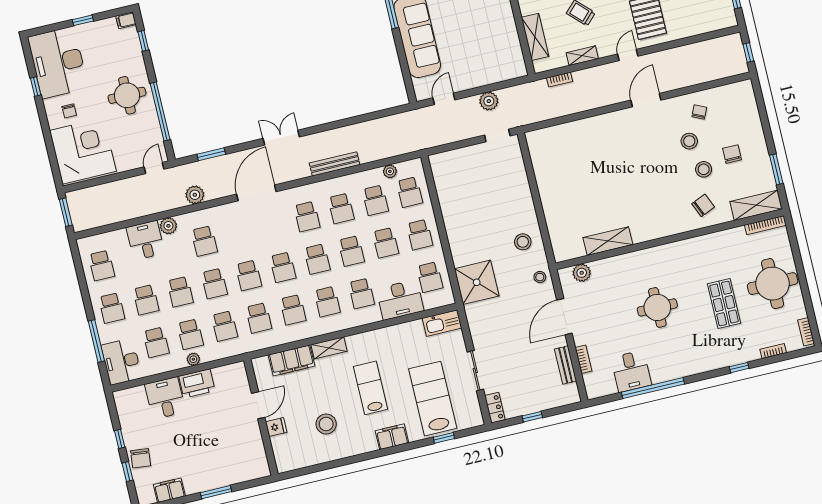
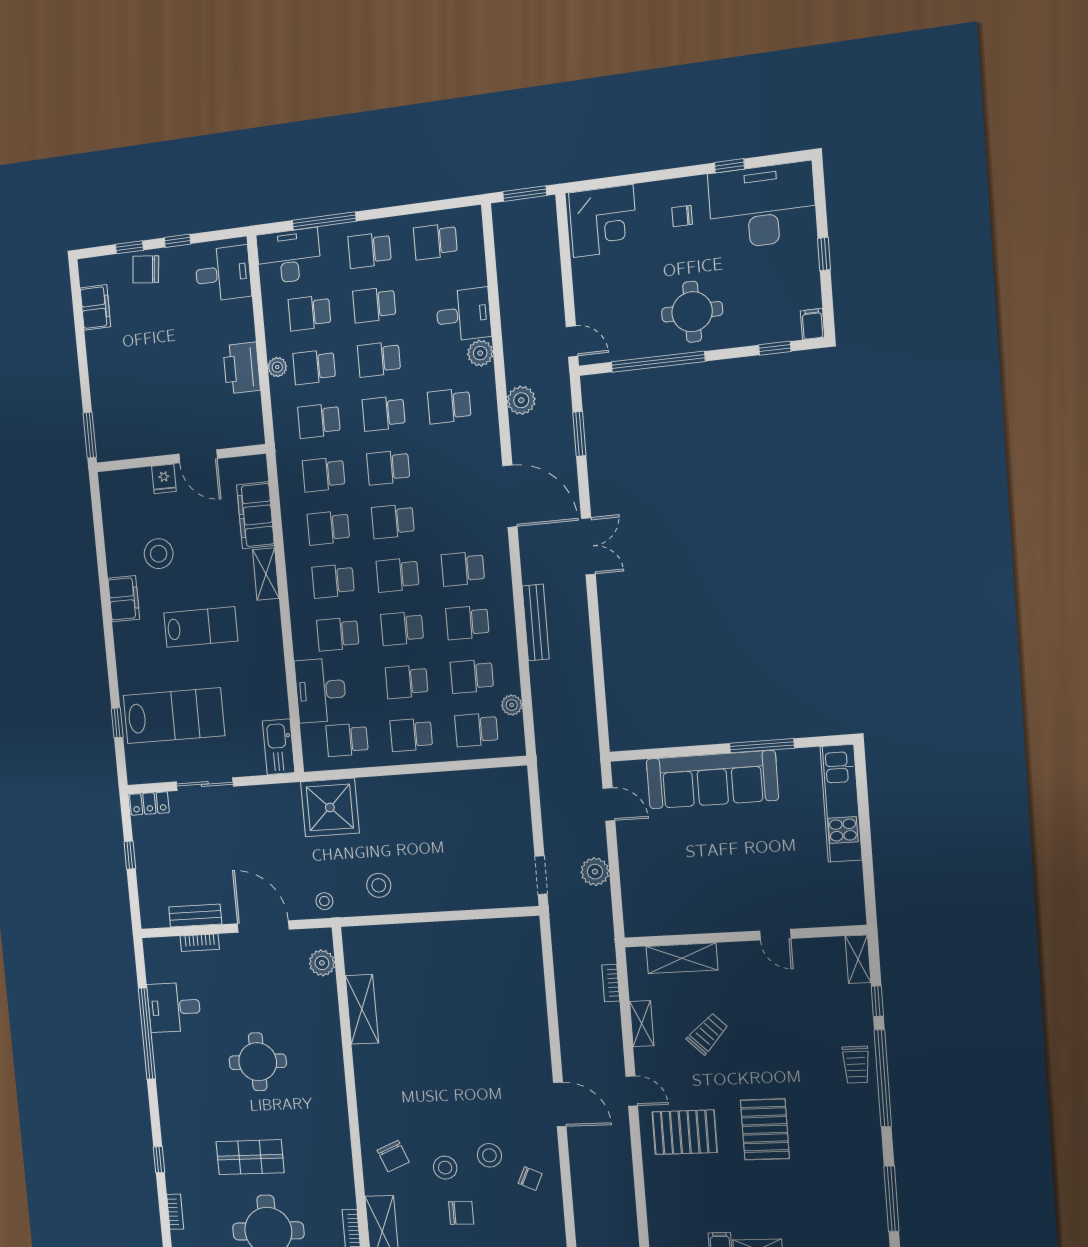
corner desk: (83, 151) -> (603, 221), width x0.74, depth x0.74
desk: (165, 398) -> (223, 274), moved
filing cabinet: (392, 437) -> (124, 599), moved
window: (216, 492) -> (90, 435), moved

